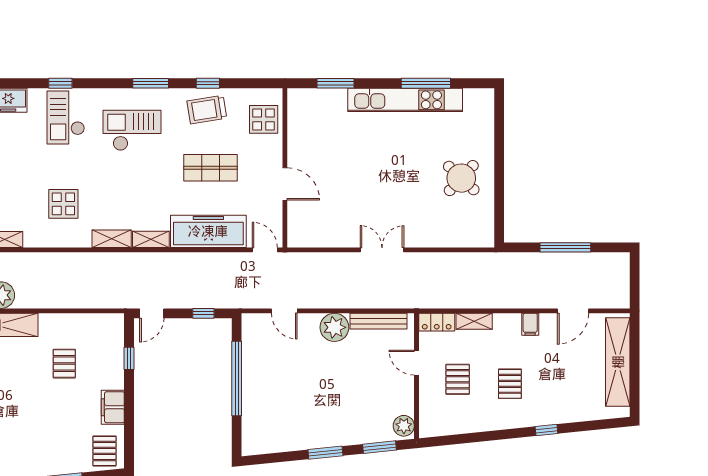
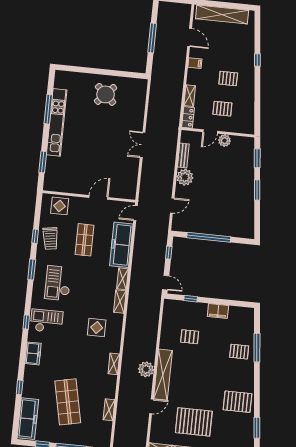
checkout: (66, 118) -> (47, 321), turned 180
bench: (379, 321) -> (183, 156), width x0.73
plant: (404, 426) -> (224, 141), moved
pallet: (105, 451) -> (239, 352), moved

